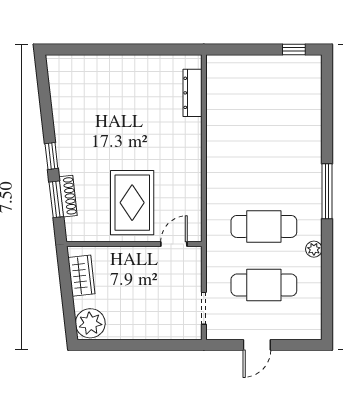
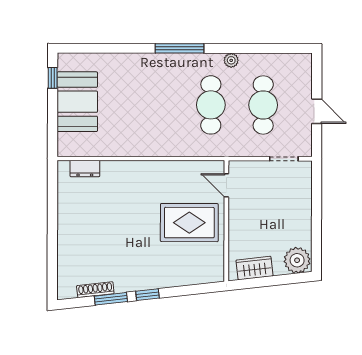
booth: (267, 77) -> (77, 102), added
dresser: (192, 93) -> (85, 169), width x0.70
shoe rack: (68, 196) -> (95, 290), moved
window: (56, 199) -> (111, 299), moved

